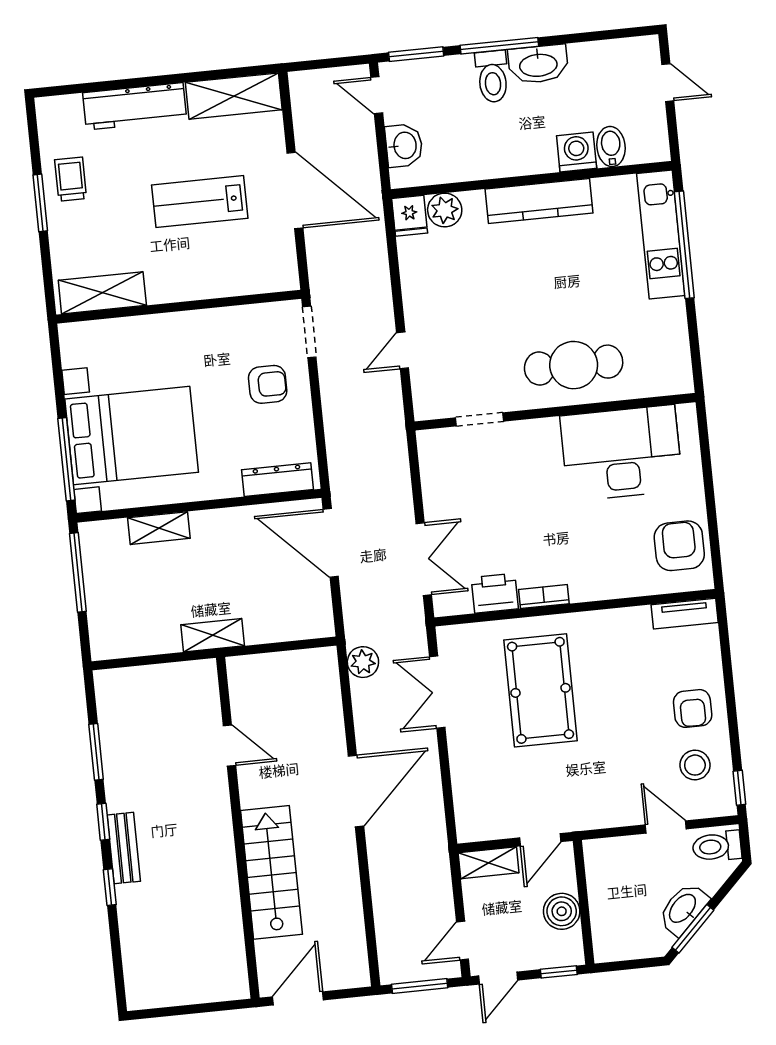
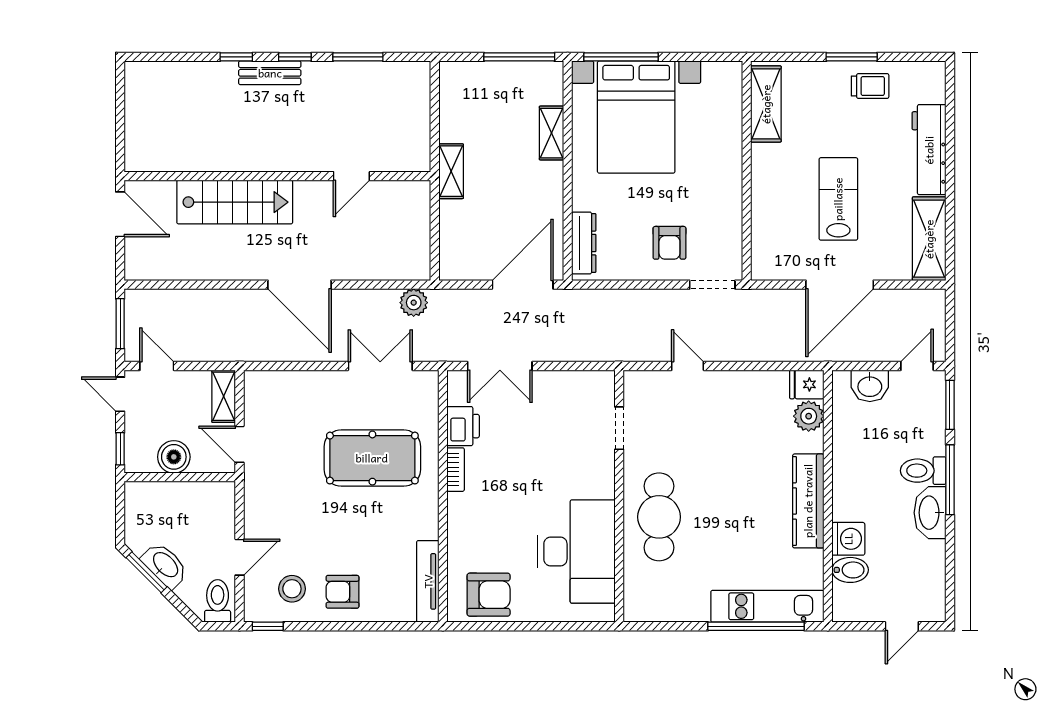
tv unit: (685, 614) -> (428, 581), width x1.41

